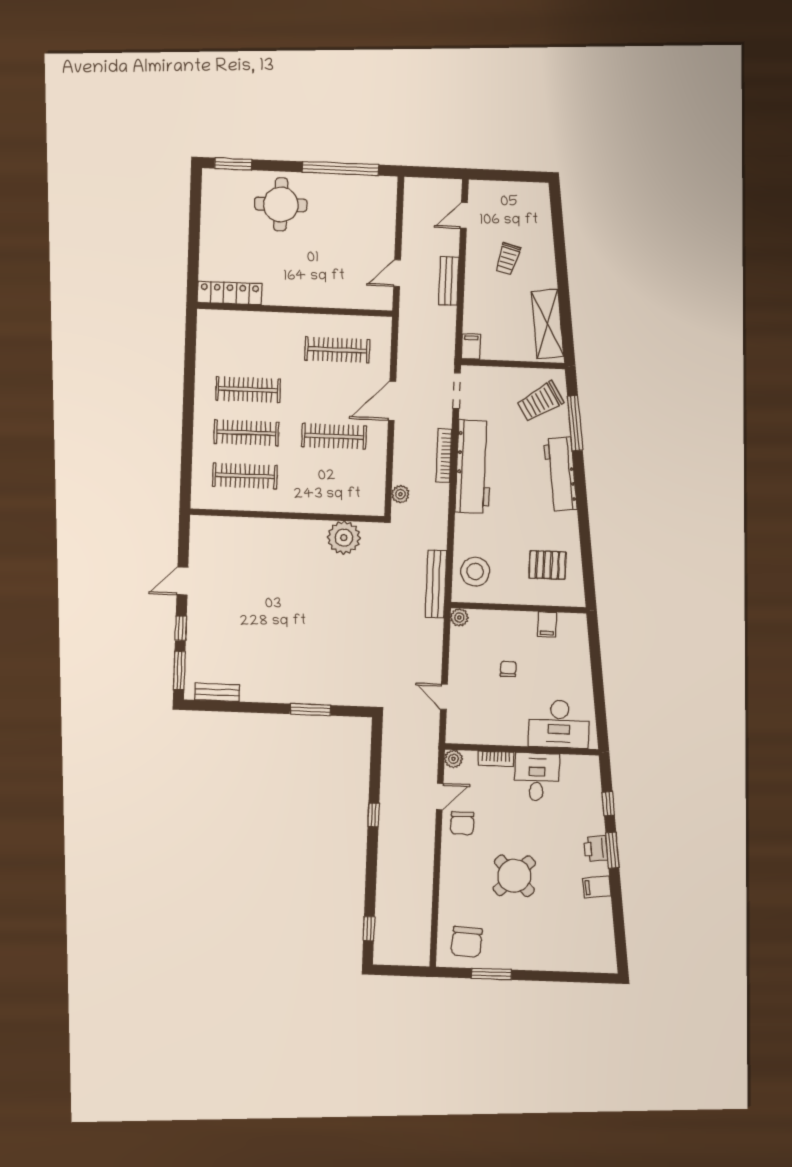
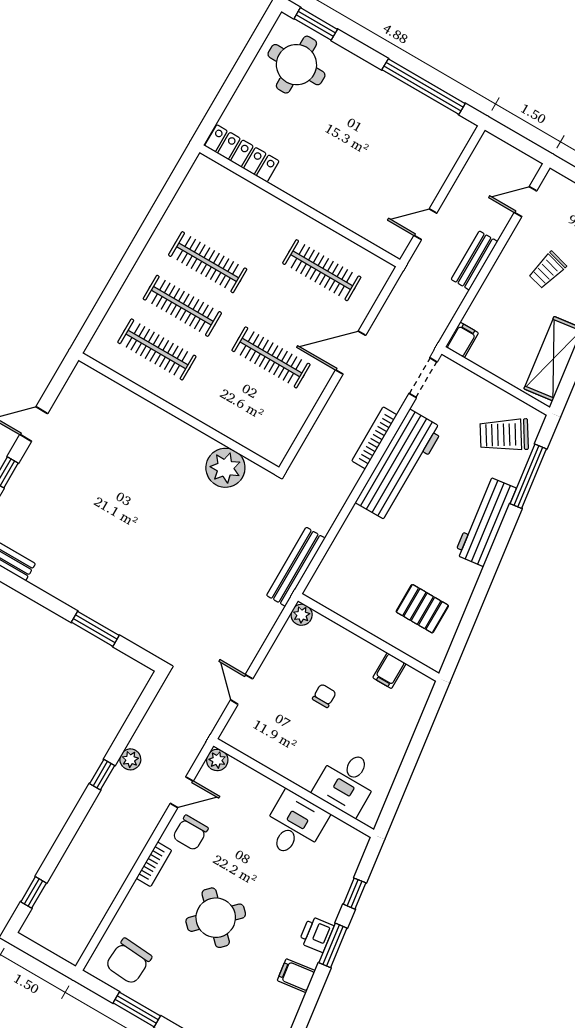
round table: (281, 204) -> (296, 65), moved
plant: (400, 494) -> (130, 759), moved
stool: (475, 572) -> (343, 576), removed
desk: (559, 724) -> (347, 782), width x0.73
bookcase: (496, 759) -> (154, 864), moved, turned -90

